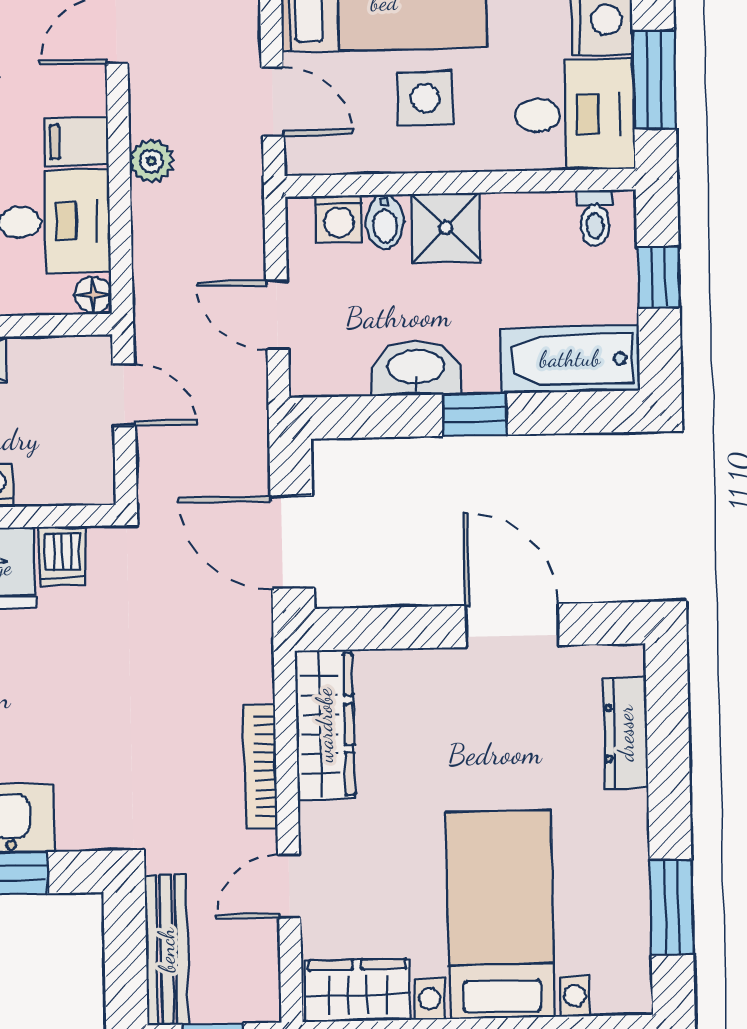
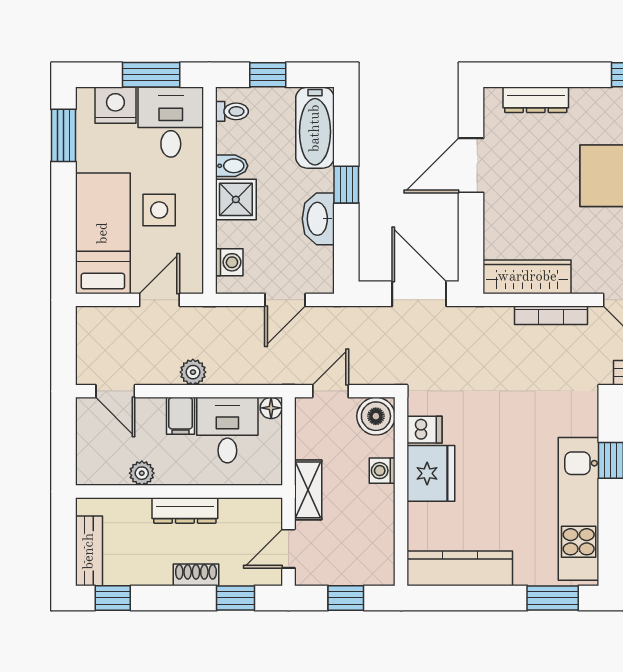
bidet: (385, 222) -> (232, 166), moved
boiler: (83, 473) -> (376, 416), added
door: (292, 542) -> (419, 294), swing flipped

